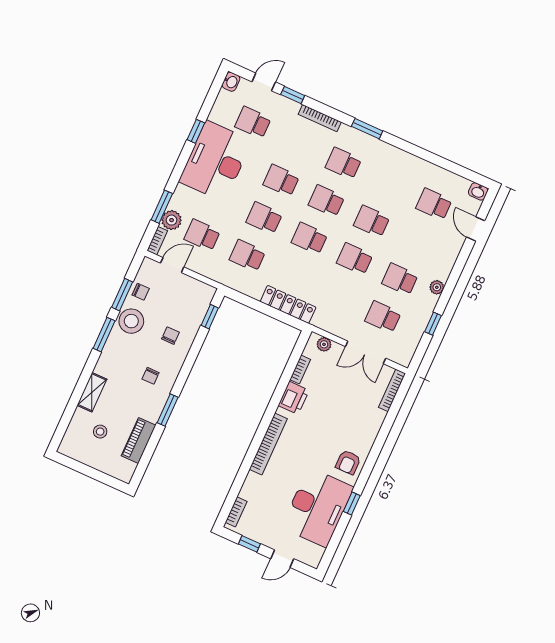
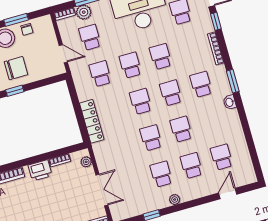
washbasin: (478, 191) -> (230, 102), moved
door: (172, 265) -> (63, 54), moved
window: (210, 317) -> (15, 91), moved
school desk: (383, 317) -> (191, 166), moved
chair: (170, 336) -> (16, 68), width x1.87, depth x1.87
double door: (366, 352) -> (102, 190), swing flipped

